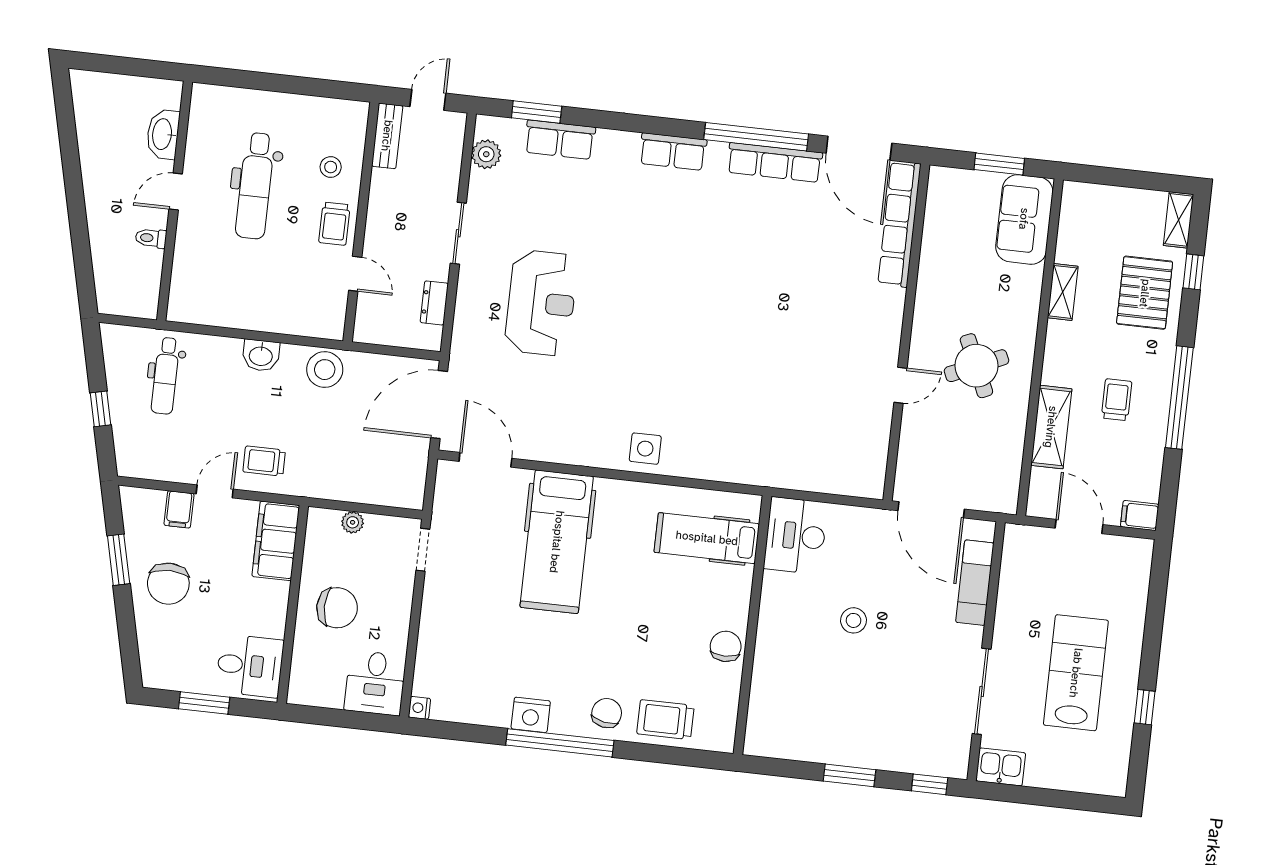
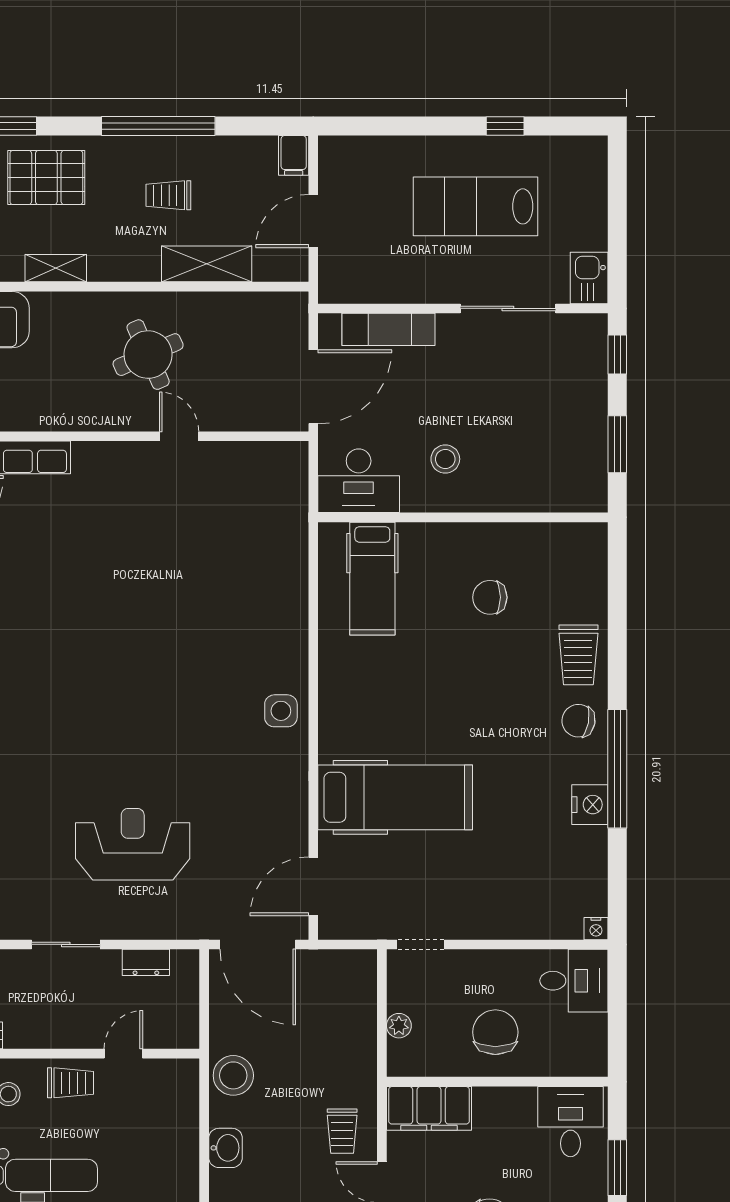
desk: (796, 536) -> (359, 481), moved
hospital bed: (707, 538) -> (372, 579), moved
wall: (752, 625) -> (463, 517), moved

